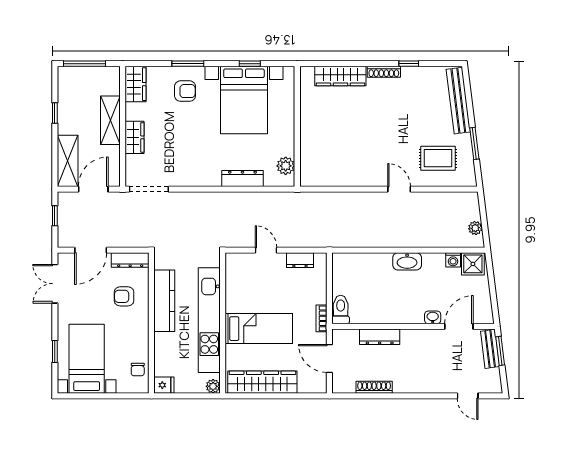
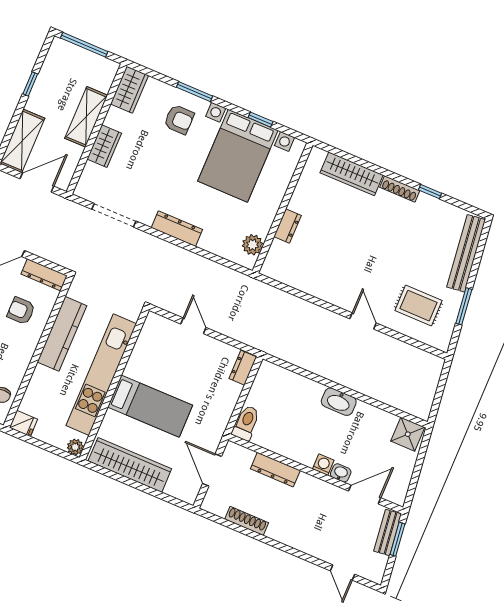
dresser: (307, 139) -> (287, 226), added
dresser: (242, 178) -> (177, 229), moved
doorway: (149, 189) -> (114, 215), moved
plant: (475, 228) -> (427, 397), removed
dresser: (300, 260) -> (243, 368), moved, turned 90
washing machine: (453, 260) -> (323, 465), moved, turned 180
bookcase: (321, 318) -> (222, 424), removed

